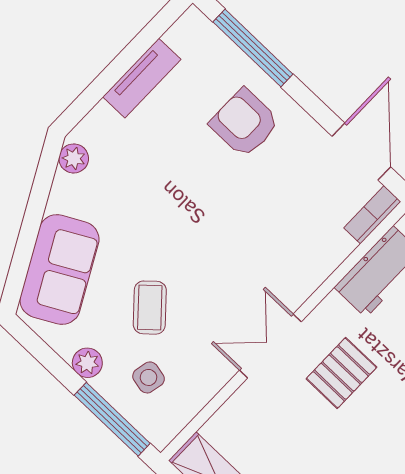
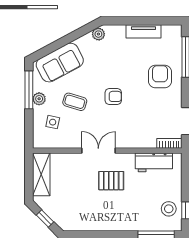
armchair: (203, 234) -> (113, 96), added
coffee table: (150, 308) -> (75, 102), turned 59
window: (112, 419) -> (29, 90), moved

